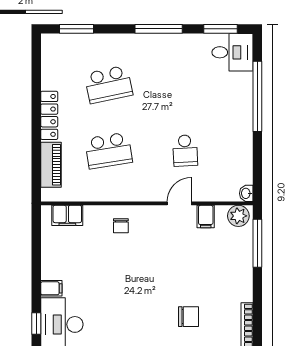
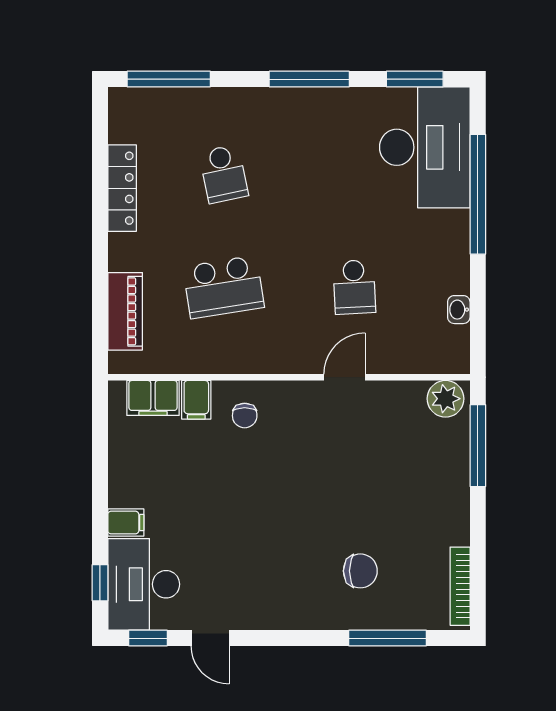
window: (77, 29) -> (169, 79), width x1.44
desk: (232, 52) -> (425, 147), width x1.87, depth x1.30
school desk: (109, 84) -> (224, 174), width x0.54
locker: (49, 115) -> (122, 188), moved
washbasin: (246, 193) -> (459, 310), moved
filing cabinet: (206, 217) -> (196, 400), moved

